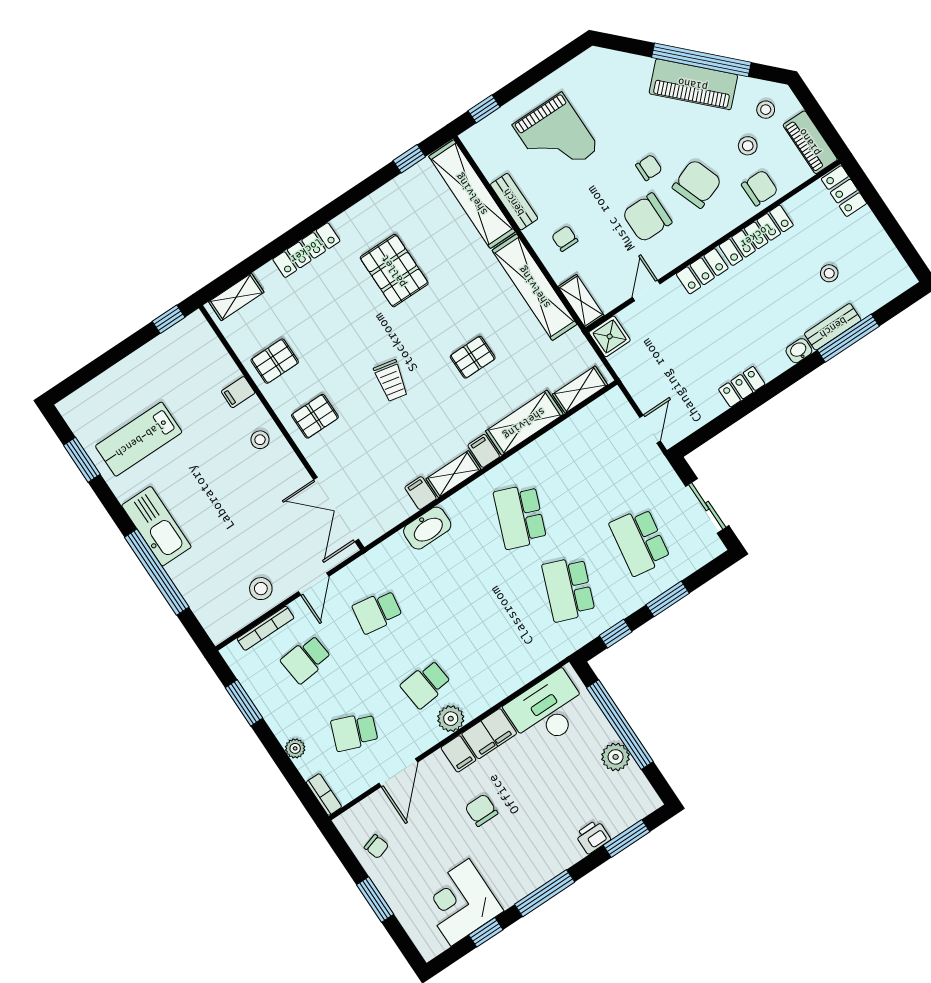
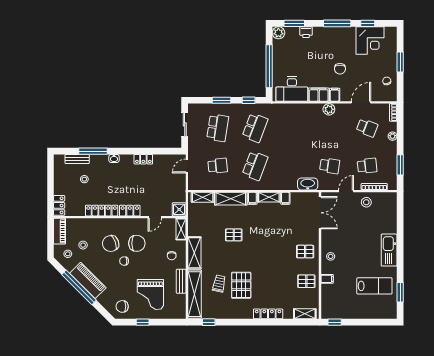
window: (484, 109) -> (143, 322), moved
grand piano: (556, 137) -> (150, 295), turned 180
chair: (760, 188) -> (122, 306), moved
shelving: (535, 287) -> (194, 253), width x0.68
bench: (833, 327) -> (77, 159), moved
trolley: (391, 381) -> (219, 284), moved
washbasin: (427, 528) -> (308, 184), moved
window: (157, 572) -> (400, 233), removed
school desk: (426, 684) -> (218, 166), moved
plant: (616, 757) -> (278, 33), moved

